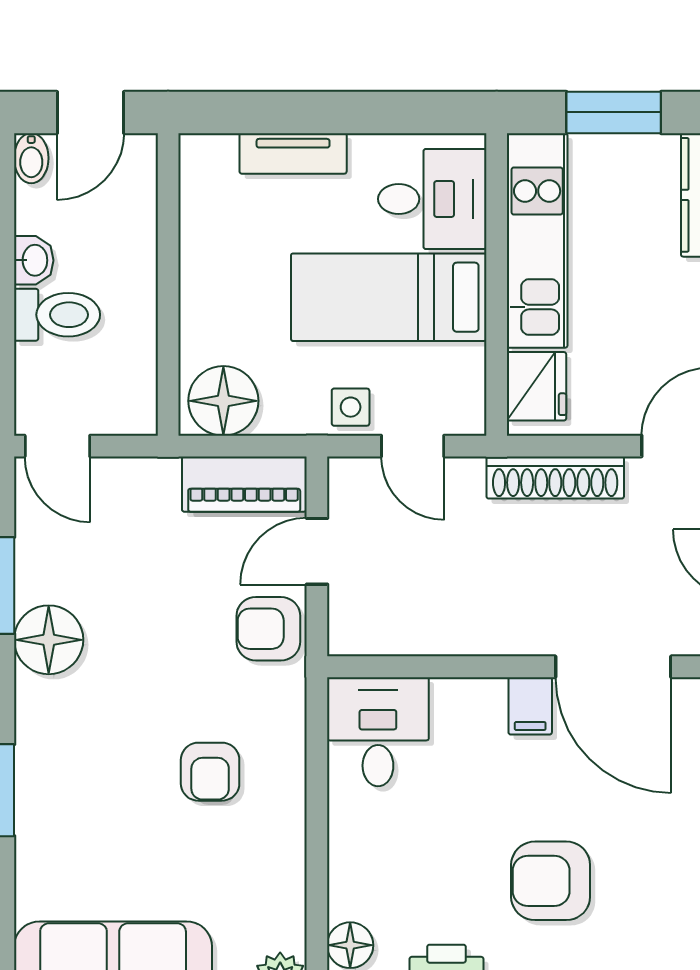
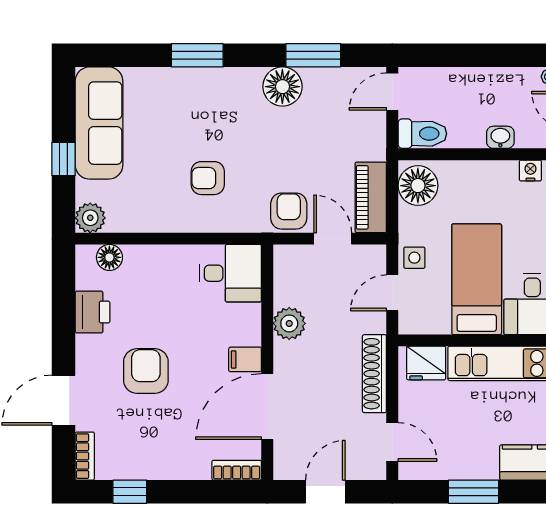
nightstand: (197, 202) -> (530, 171), added
washbasin: (34, 260) -> (500, 137), moved, turned 180
toilet: (57, 315) -> (422, 134), moved, turned -90
plant: (467, 628) -> (289, 323), added

